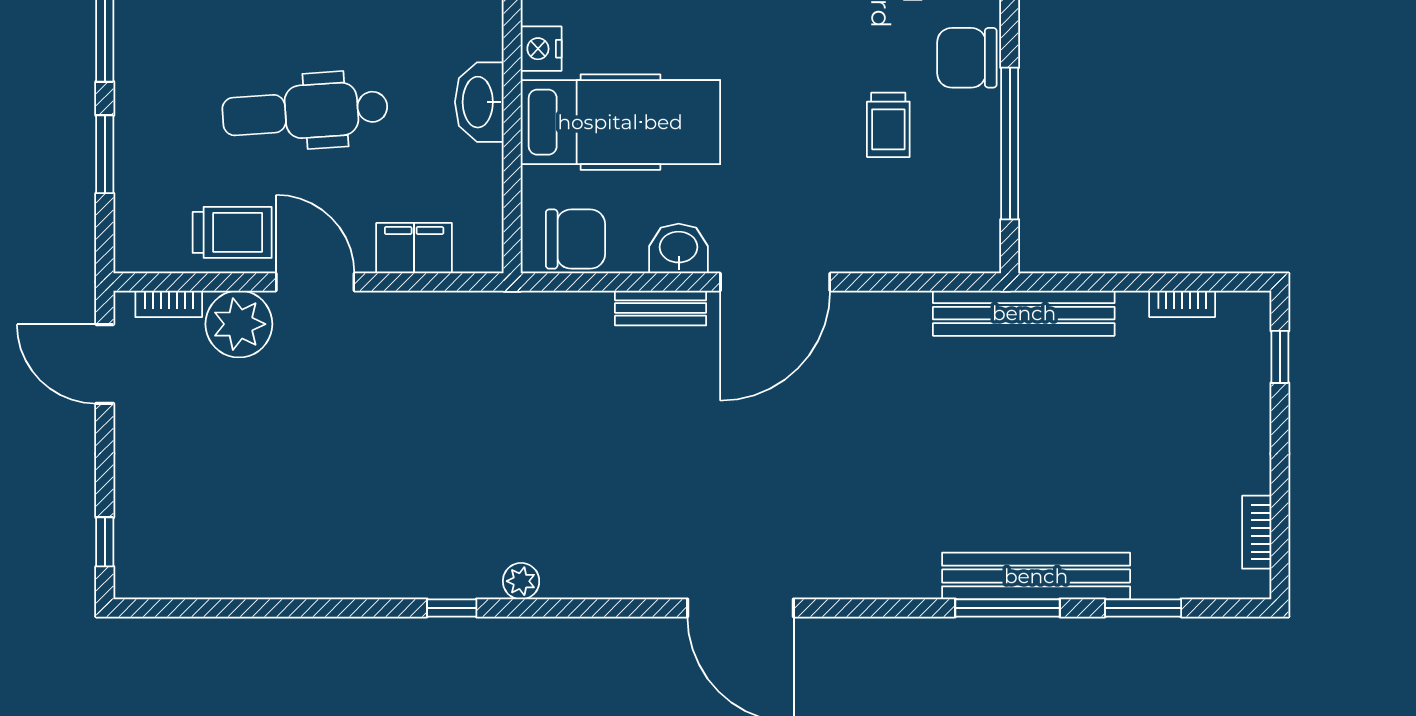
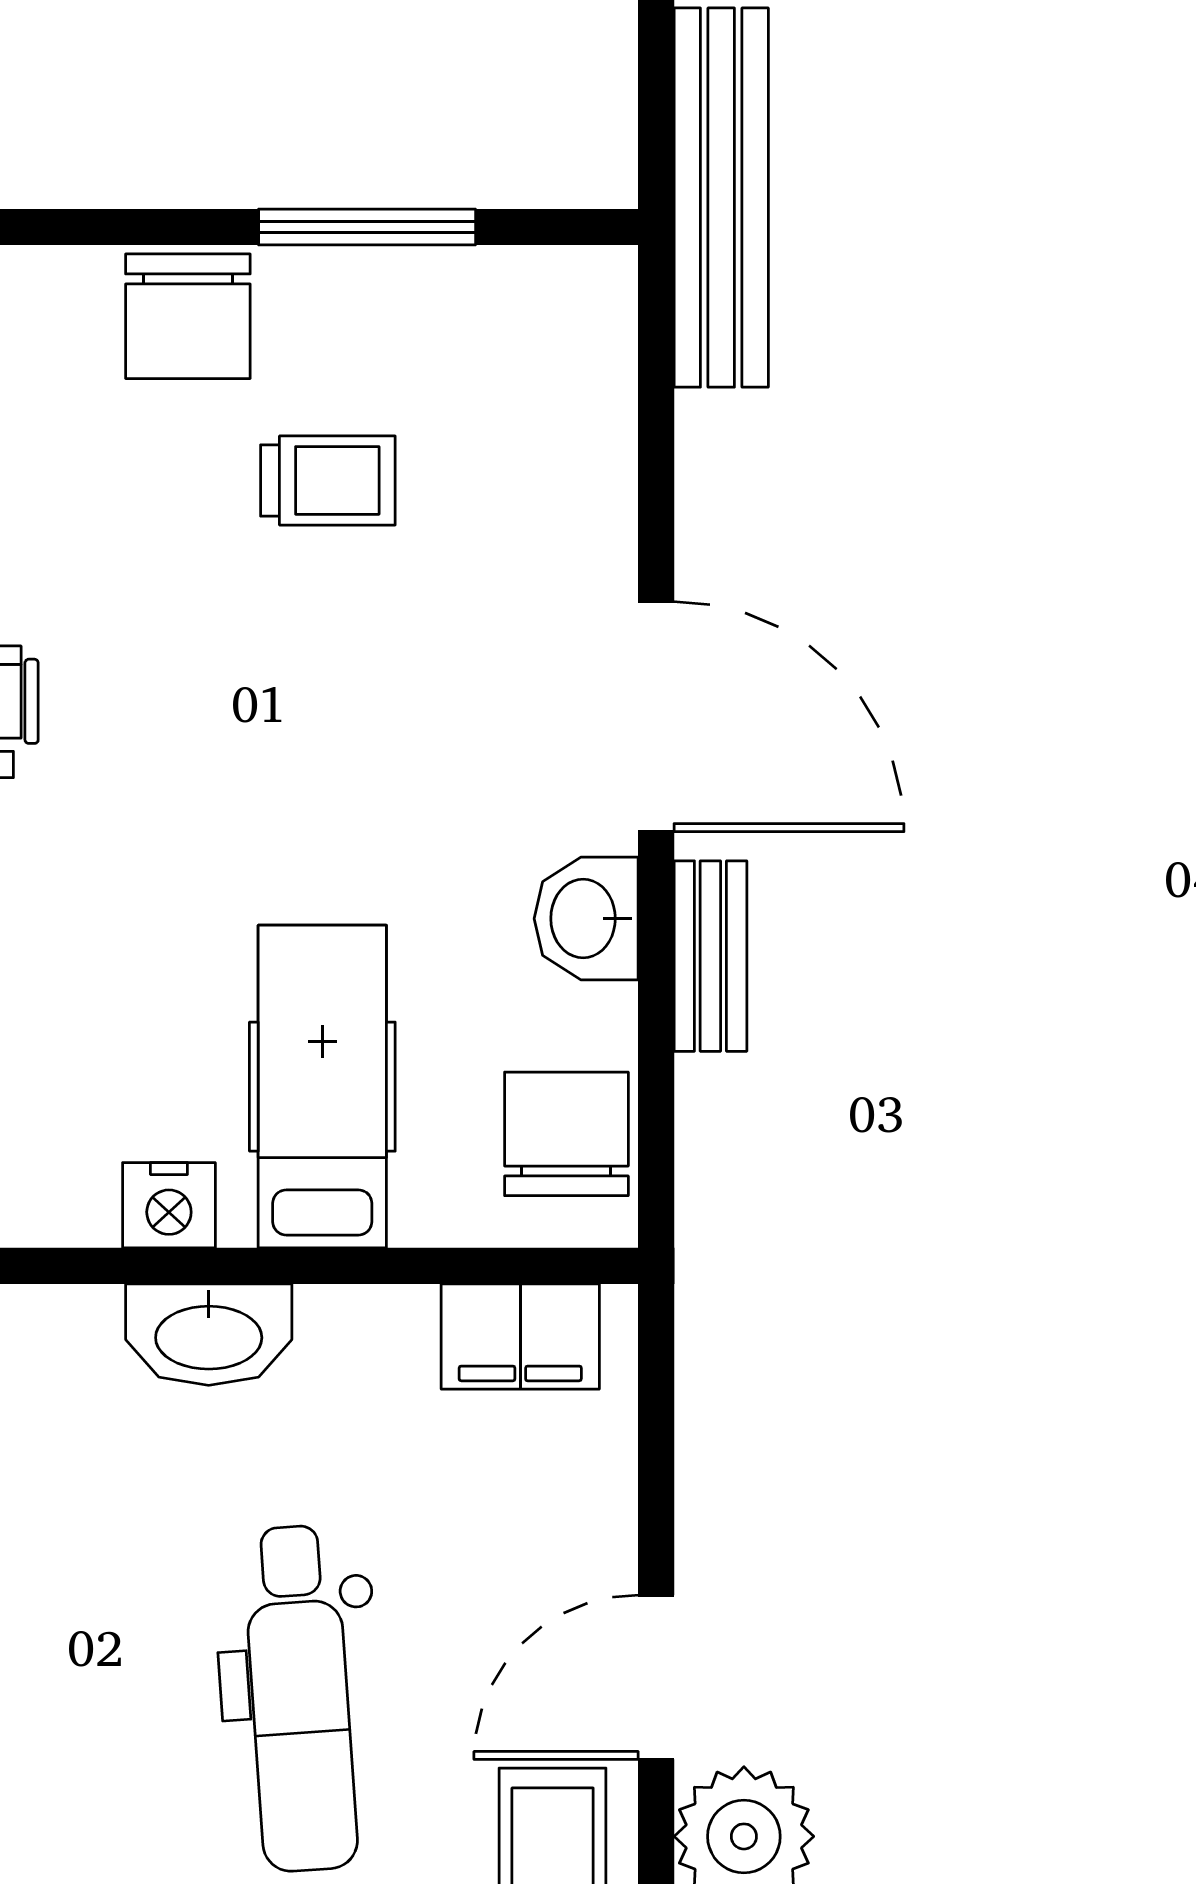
washbasin: (479, 102) -> (209, 1335), moved
hospital bed: (620, 122) -> (322, 1087), width x0.73, depth x0.78
window: (1010, 144) -> (367, 227), width x0.68
filing cabinet: (414, 248) -> (520, 1337), moved, turned -90

